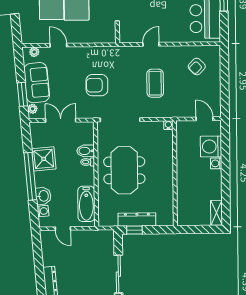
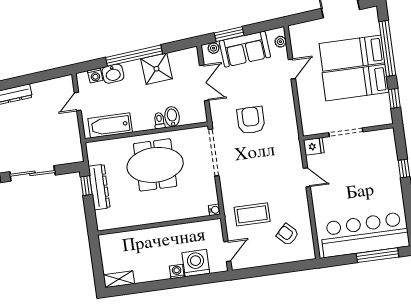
fridge: (126, 35) -> (314, 146), added
coffee table: (155, 83) -> (252, 214), moved

